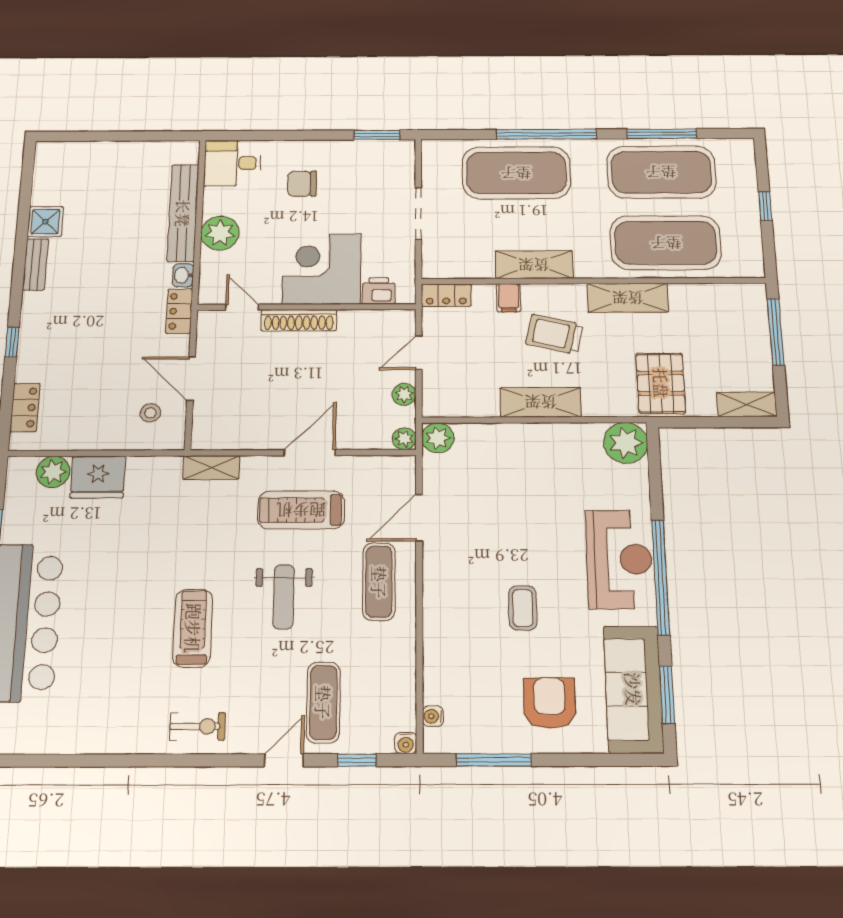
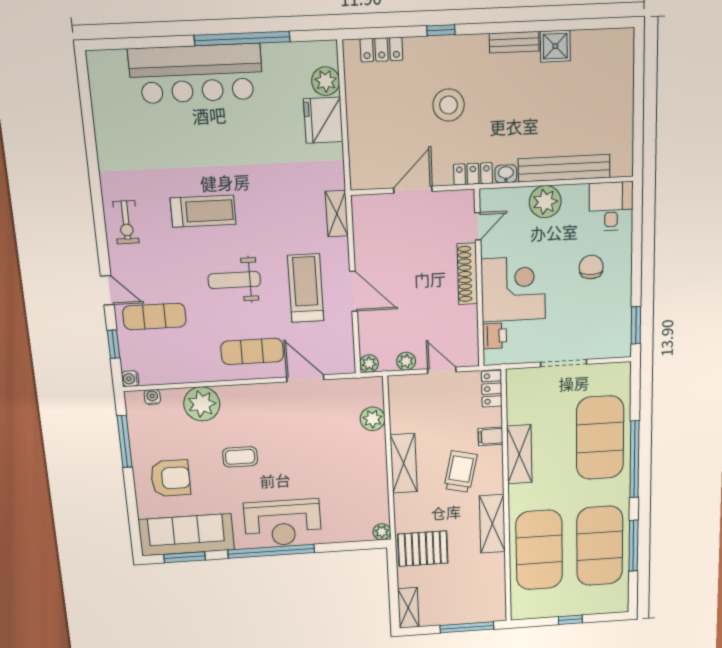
stool: (150, 413) -> (449, 105), moved, width x1.89, depth x1.89
plant: (438, 438) -> (373, 419), moved
plant: (626, 443) -> (382, 532), width x0.53, depth x0.53
plant: (446, 652) -> (202, 404), added

